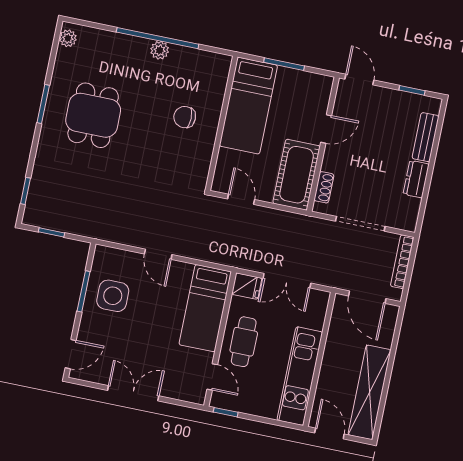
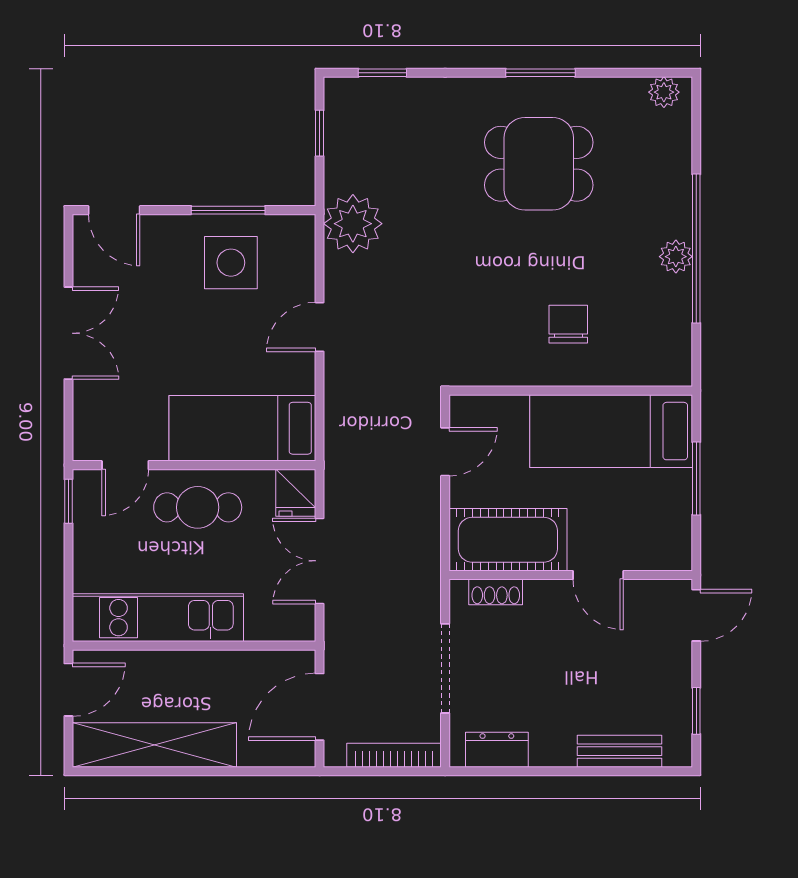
dresser: (416, 179) -> (497, 750), moved
plant: (105, 224) -> (353, 224), added

